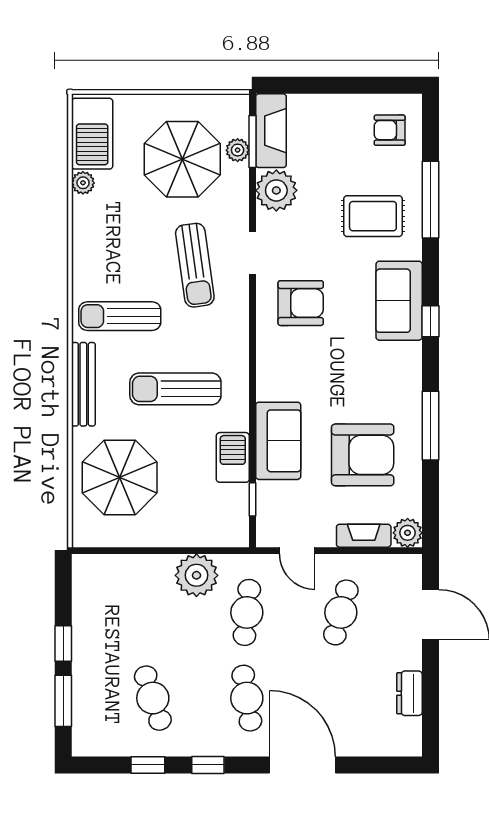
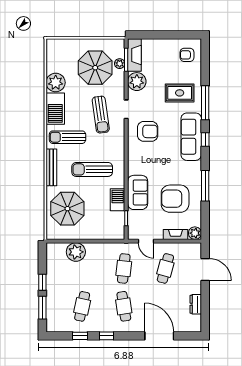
barbecue: (92, 134) -> (55, 109), moved
plant: (83, 183) -> (56, 83), width x1.88, depth x1.88
window: (430, 200) -> (205, 103), moved
sofa: (399, 301) -> (191, 137), width x1.36
armchair: (363, 455) -> (175, 199), turned 180
plant: (196, 575) -> (76, 252), moved
cafe table: (153, 698) -> (82, 306), turned 30
door: (302, 765) -> (159, 336), moved

